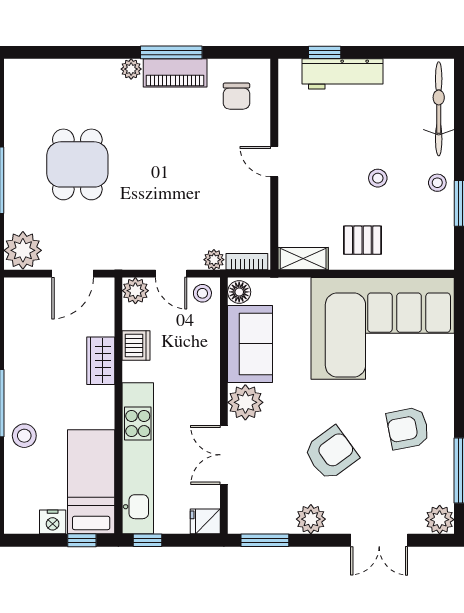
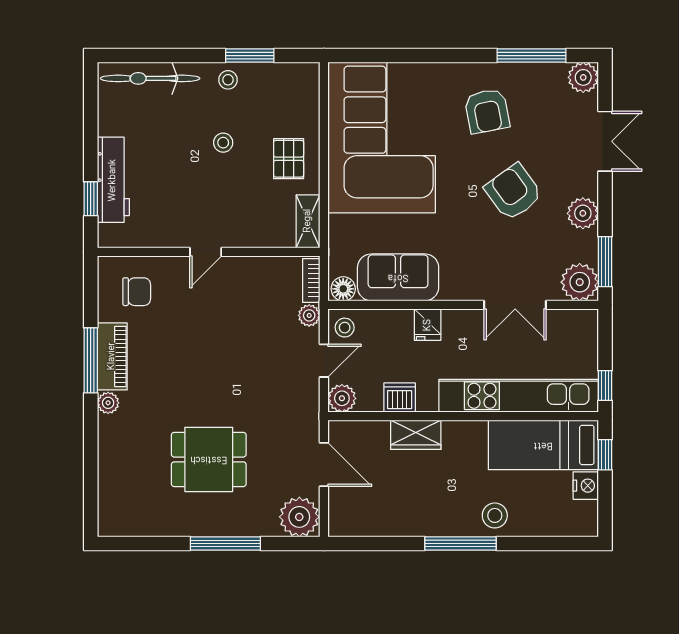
plant: (245, 402) -> (580, 282), moved
fridge: (205, 521) -> (428, 325), moved

